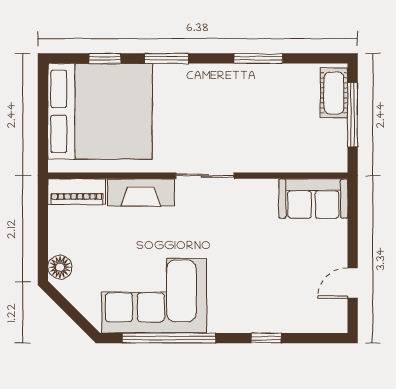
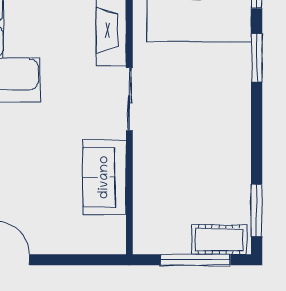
window: (258, 58) -> (257, 210), moved
sofa: (313, 199) -> (105, 177), moved

